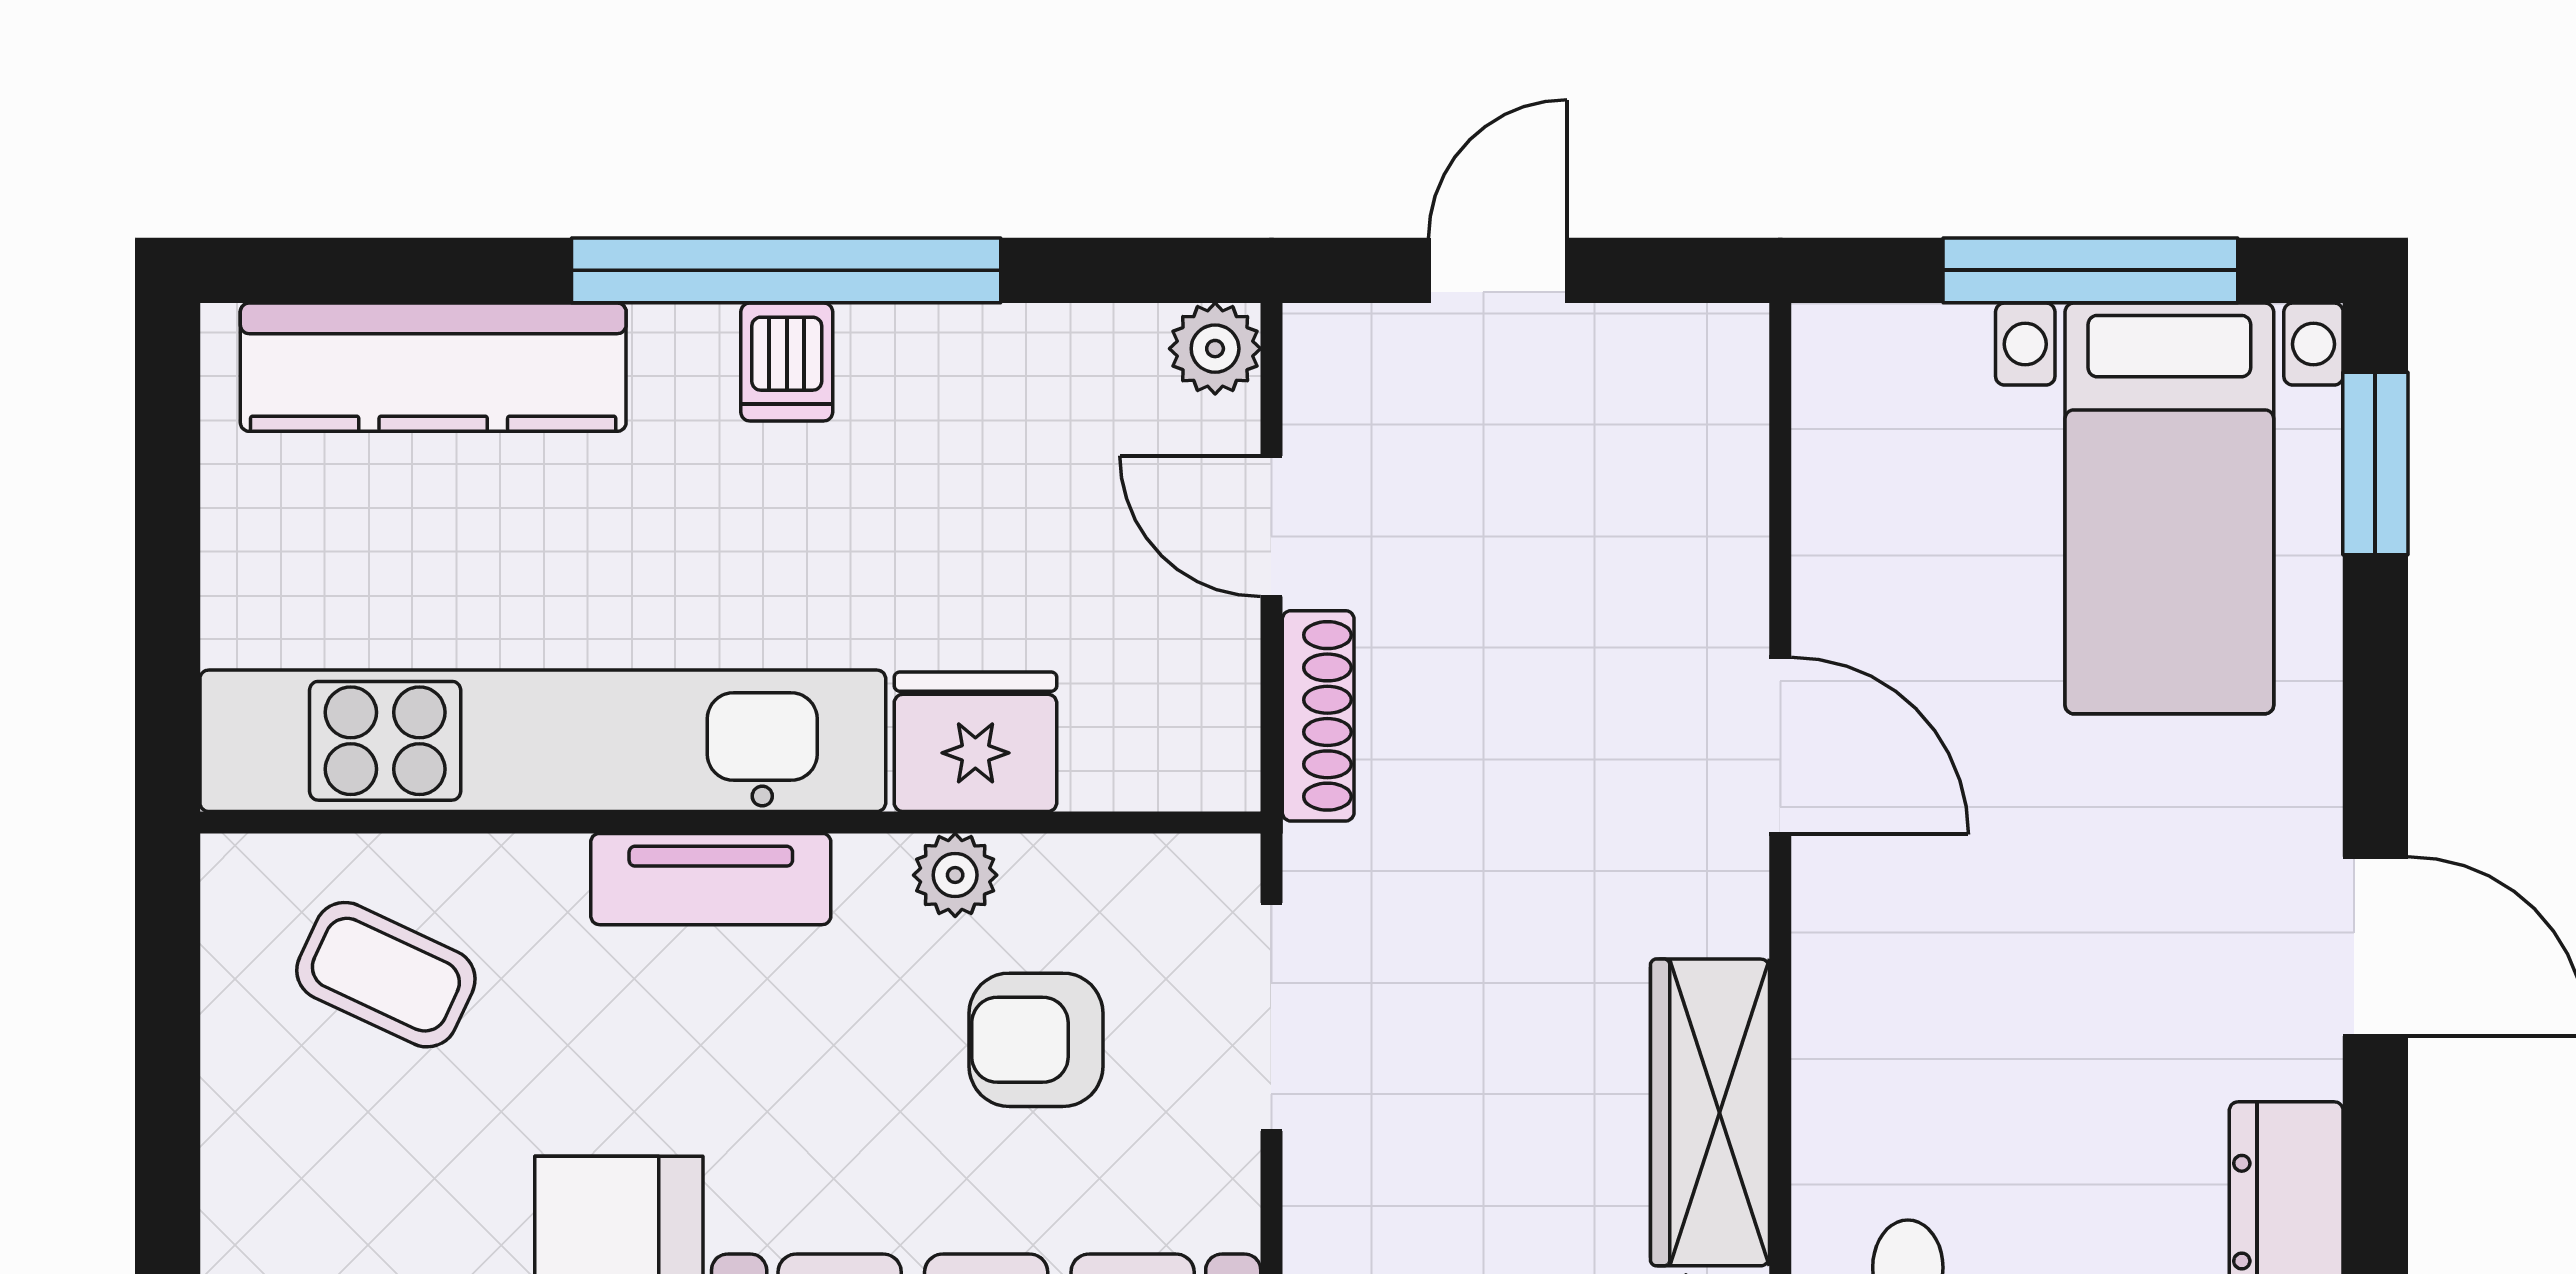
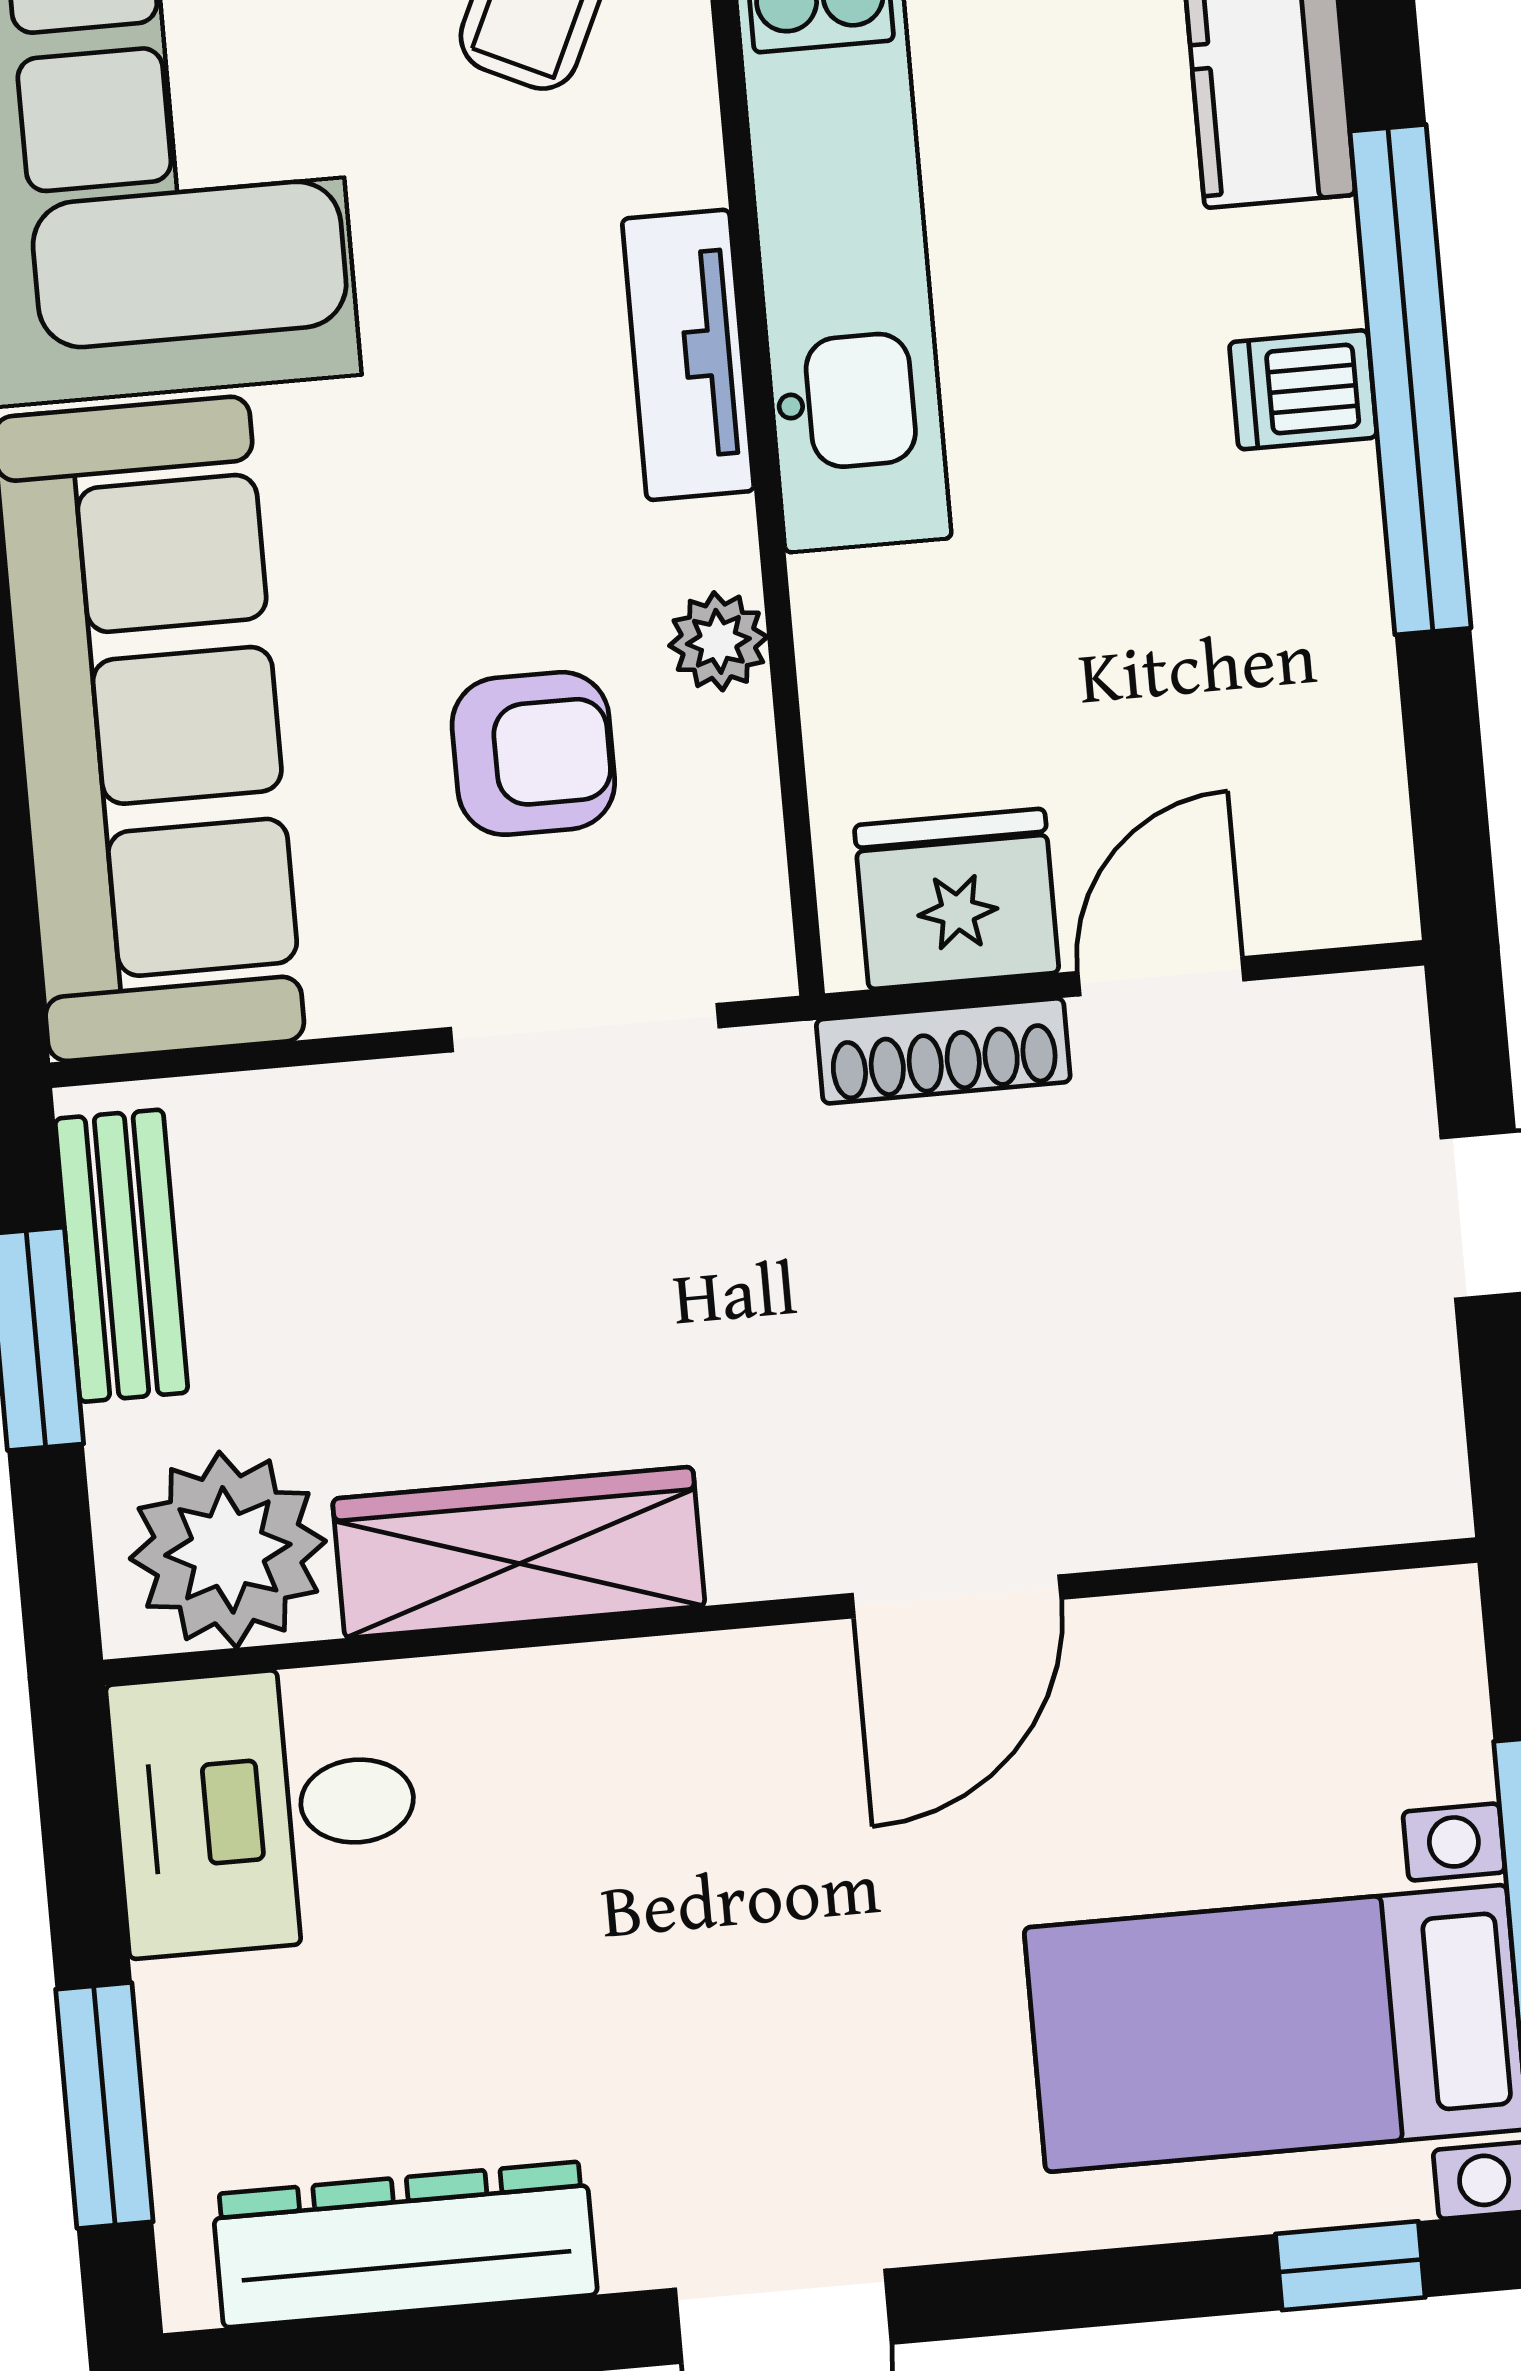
plant: (1215, 349) -> (1364, 891), removed
window: (2375, 464) -> (1350, 2266), width x0.67
fridge: (975, 742) -> (957, 899), moved, turned -90
armchair: (1036, 1040) -> (533, 753), turned 90

